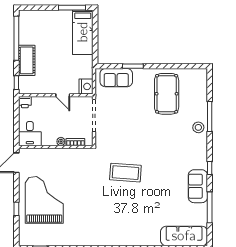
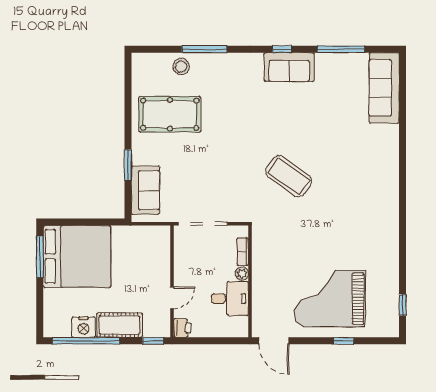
bed: (83, 32) -> (77, 257), width x2.04
nightstand: (86, 86) -> (83, 327), moved, turned 180
door: (63, 95) -> (172, 298), moved
stool: (198, 127) -> (181, 67), moved
desk: (30, 134) -> (230, 299), moved
coffee table: (125, 173) -> (289, 176), turned -58
sofa: (198, 186) -> (289, 67), moved

